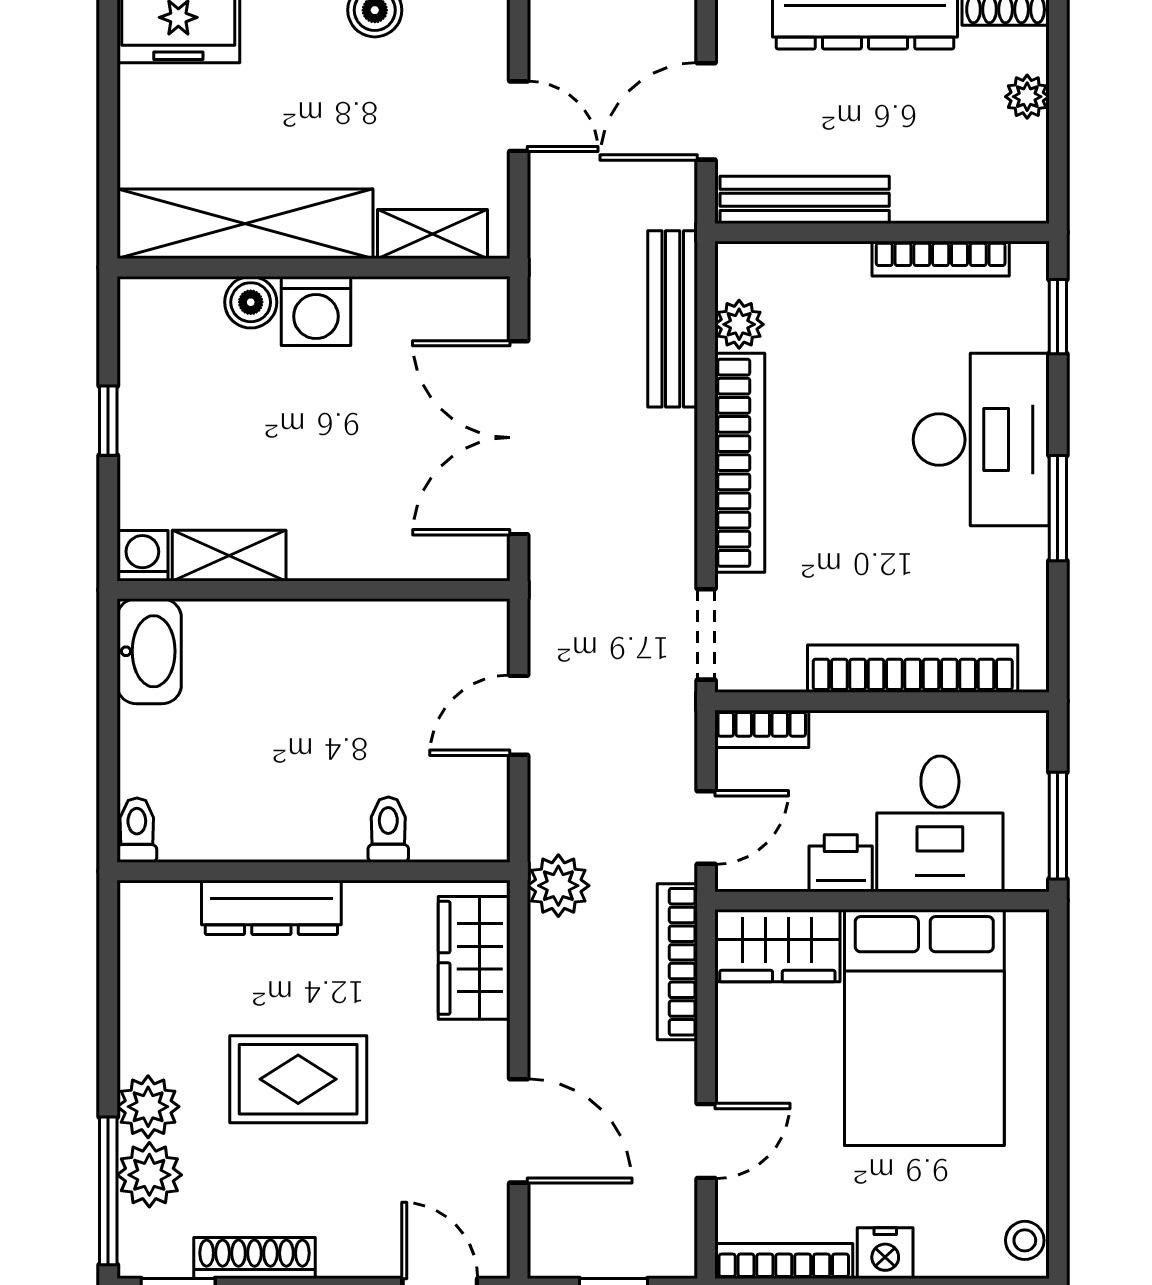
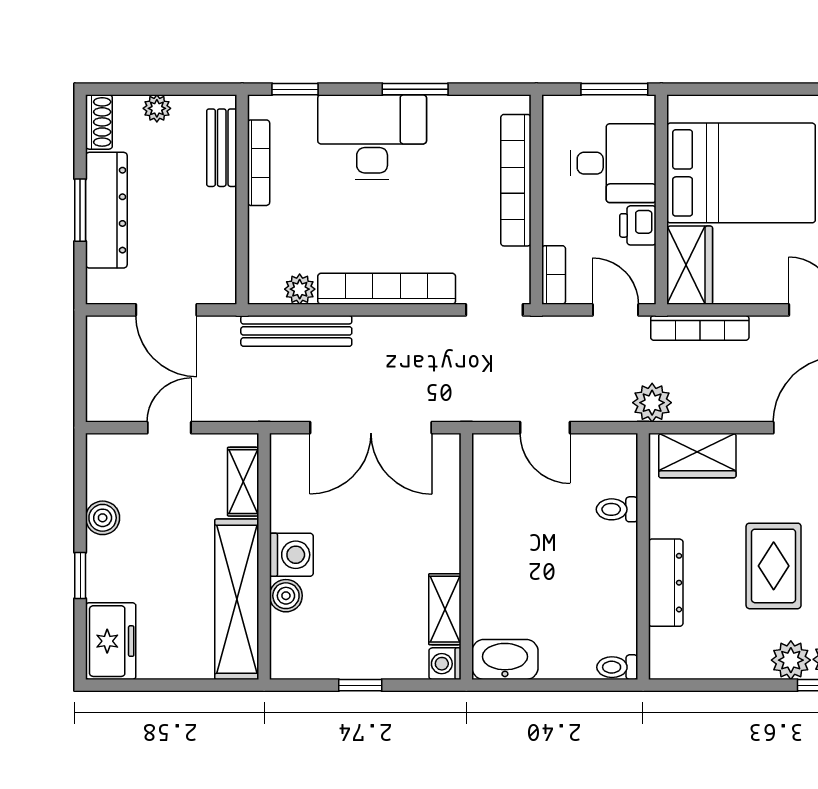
bench: (805, 200) -> (222, 148), moved, width x0.73

